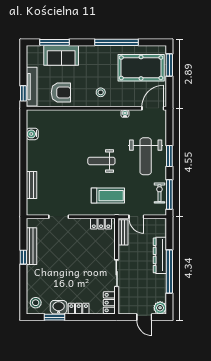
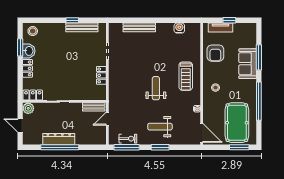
window: (55, 42) -> (259, 57), moved
sofa: (61, 55) -> (248, 64), moved
tv unit: (32, 87) -> (220, 28), width x0.71
window: (23, 93) -> (229, 20), moved
weight bench: (146, 156) -> (160, 127), width x0.73, depth x0.75
bench: (32, 185) -> (139, 27), width x1.36
treadmill: (108, 196) -> (186, 76), moved
locker: (101, 224) -> (101, 75), moved
dresser: (160, 255) -> (59, 139), moved
plant: (160, 308) -> (28, 108), moved
door: (144, 317) -> (20, 125), hinge flipped

